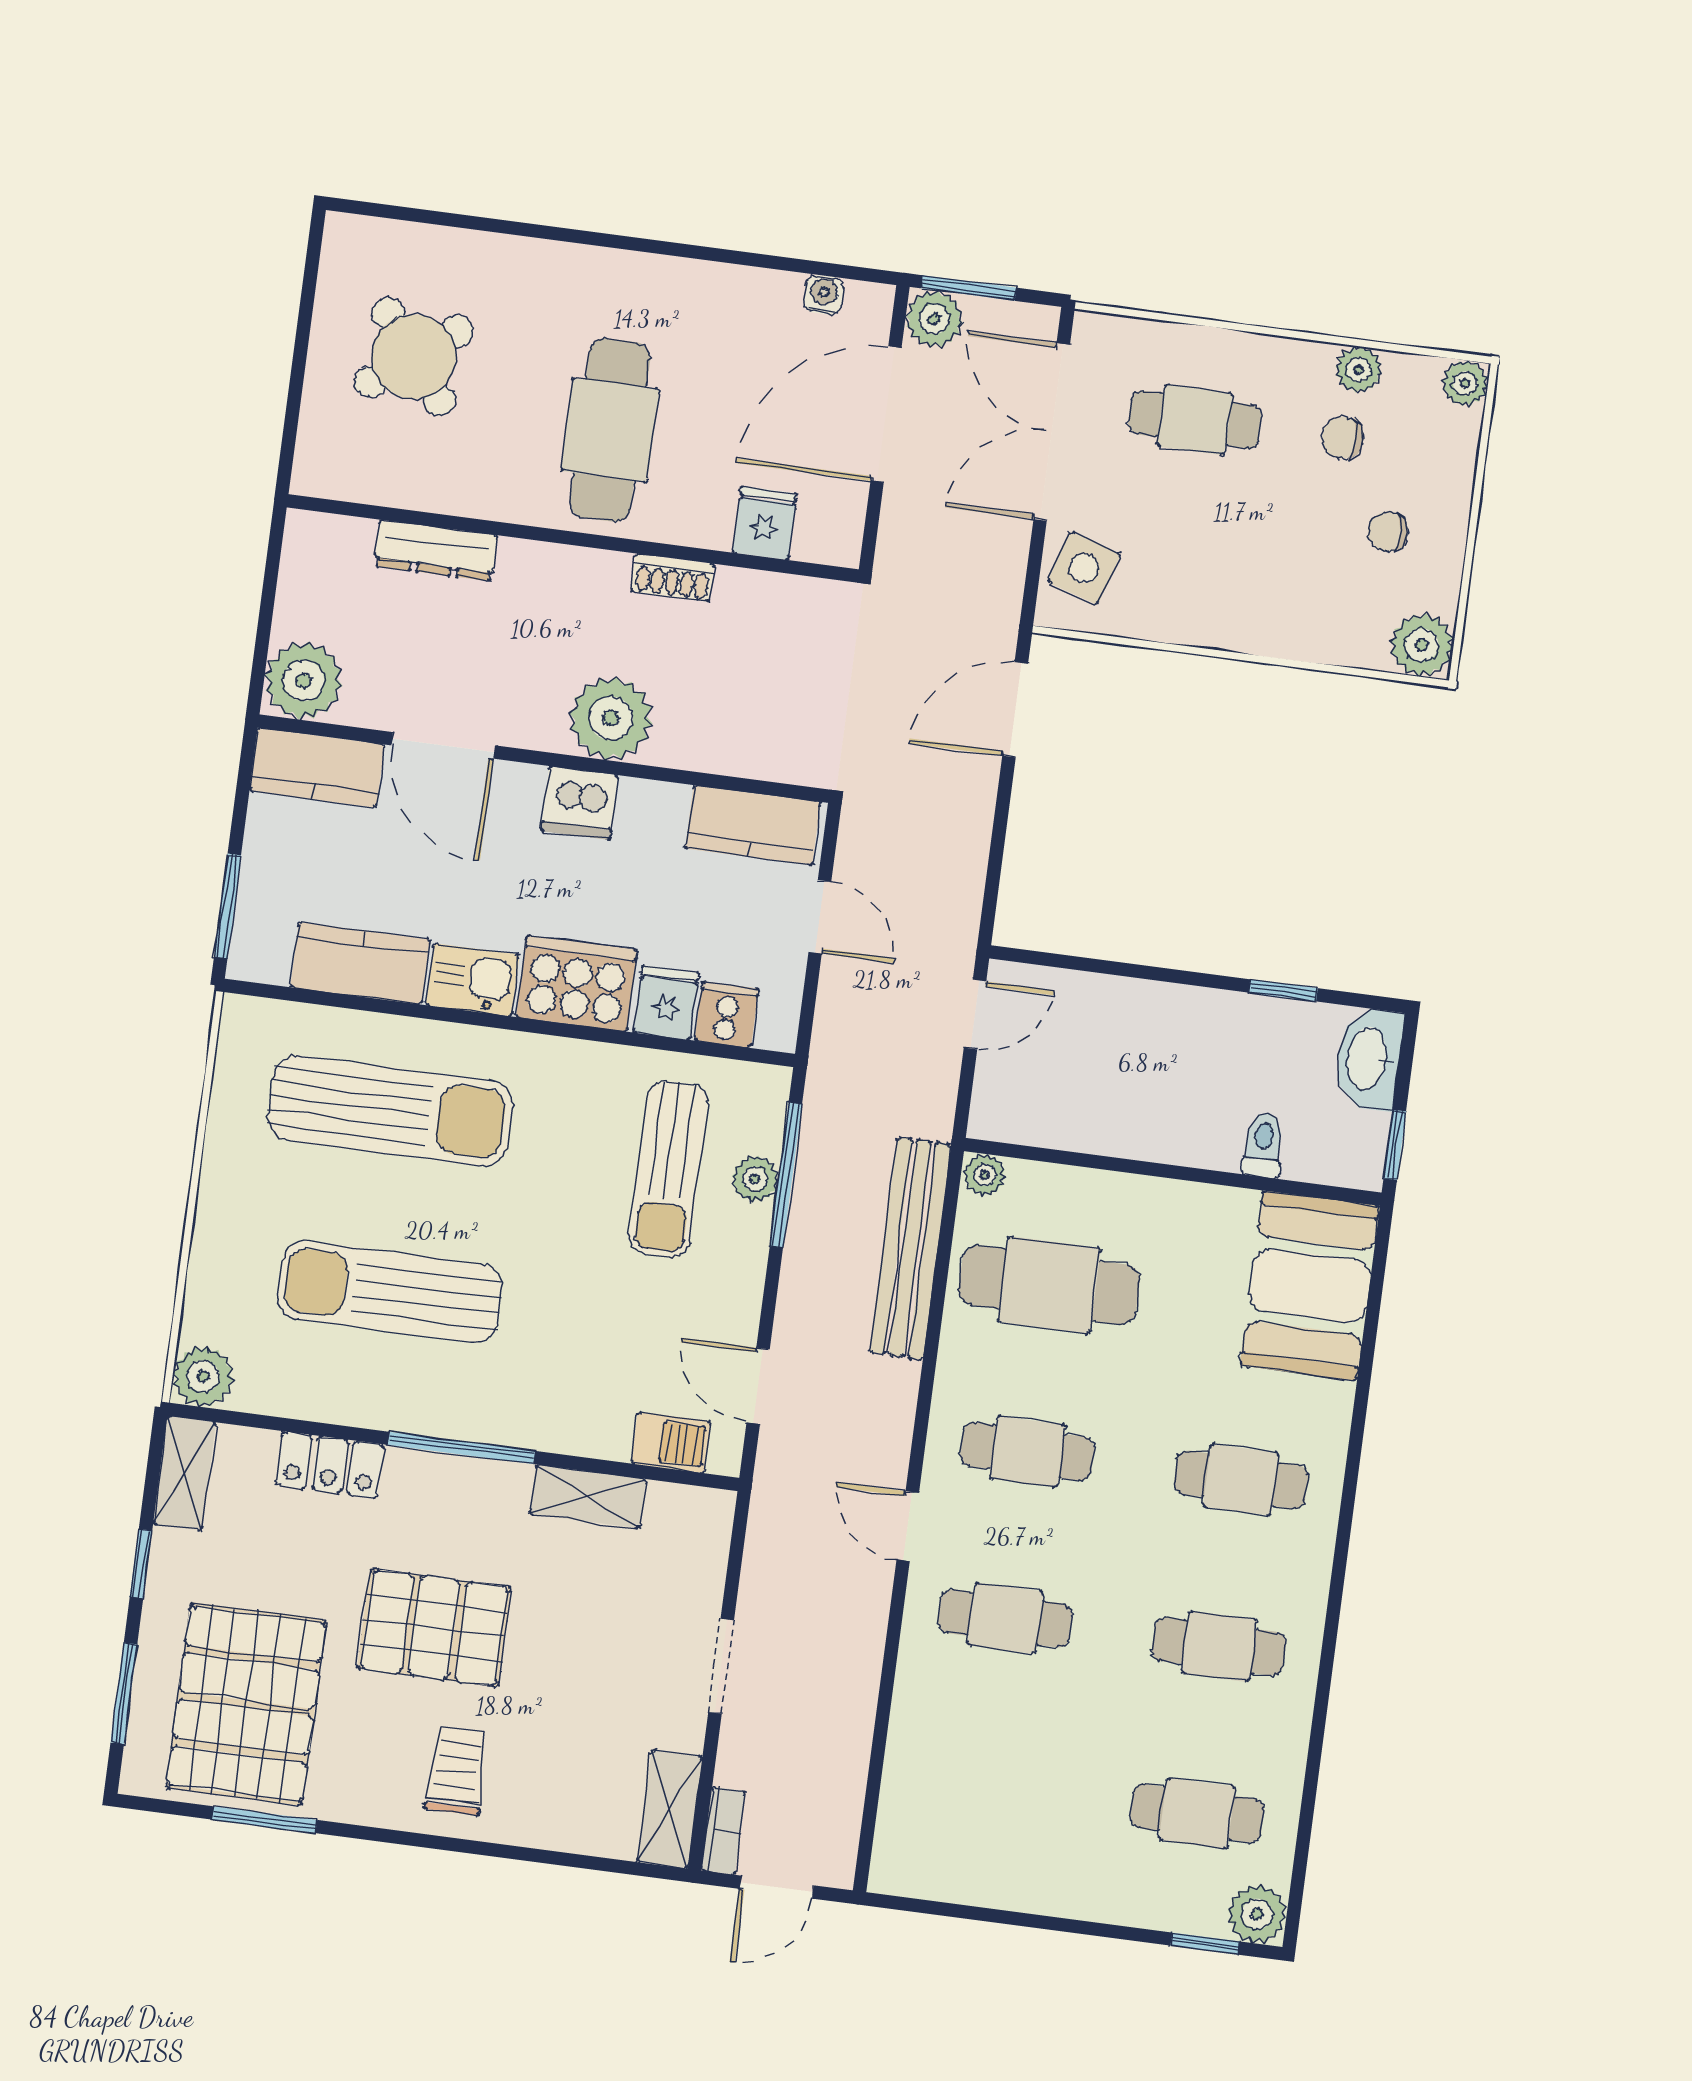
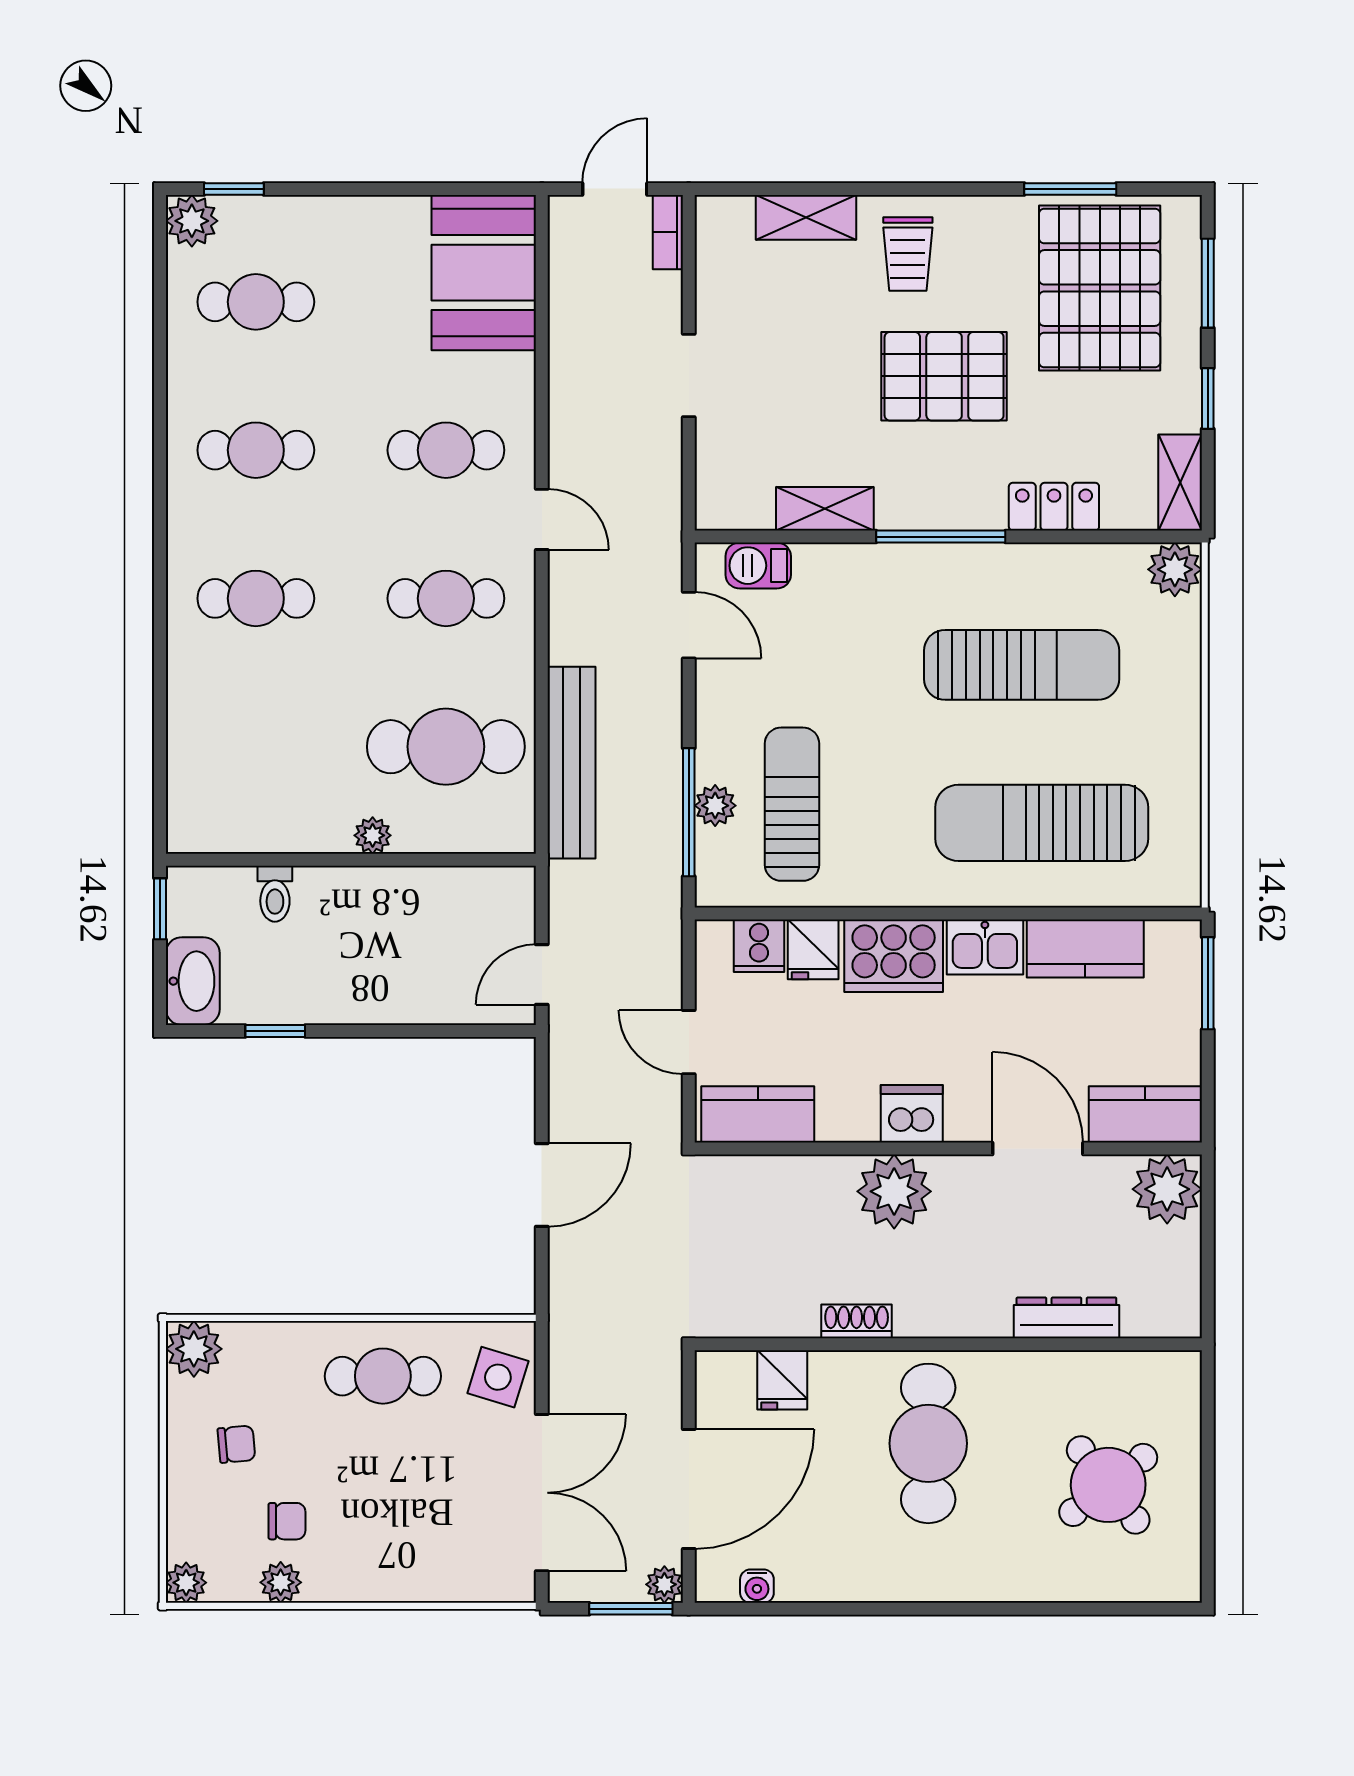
plant: (934, 319) -> (664, 1584), width x0.73, depth x0.73
cafe table: (1195, 420) -> (383, 1376), moved
door: (1015, 710) -> (542, 1185), moved
plant: (985, 1175) -> (373, 835), moved
booth: (1310, 1286) -> (484, 273), moved
shelving: (670, 1809) -> (806, 217), moved, turned 90

